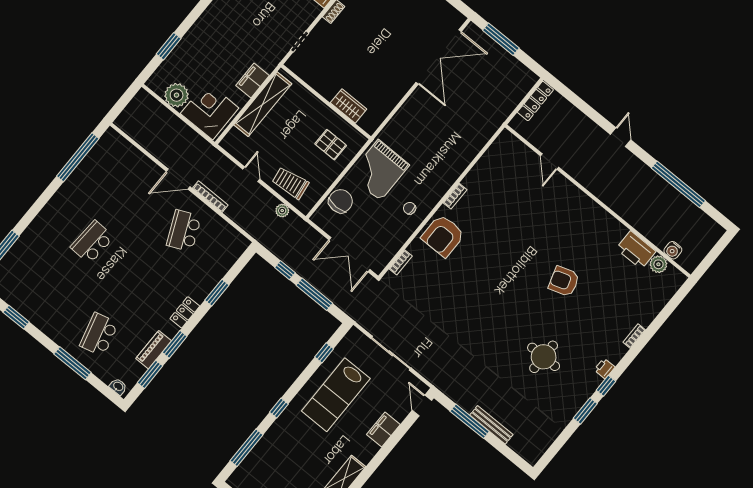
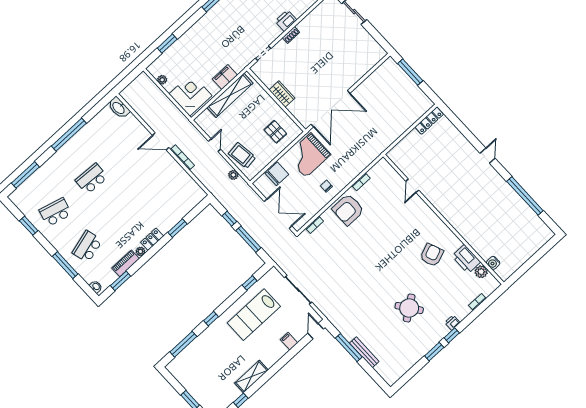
double door: (439, 57) -> (331, 109), moved
plant: (177, 95) -> (162, 80), width x0.53, depth x0.53
wardrobe: (349, 106) -> (282, 94), moved
washbasin: (115, 142) -> (119, 108), added
window: (78, 157) -> (69, 135), moved
door: (550, 162) -> (412, 186), moved
wall: (598, 201) -> (443, 219), moved
school desk: (184, 231) -> (55, 212), moved, turned 39
printer: (636, 250) -> (466, 259), moved
water cooler: (673, 250) -> (493, 263), moved
double door: (349, 255) -> (278, 214), swing flipped
plant: (658, 264) -> (481, 272), moved
armchair: (564, 281) -> (432, 255), turned 87
plant: (171, 331) -> (140, 251), added
window: (175, 344) -> (141, 262), removed
round table: (544, 357) -> (409, 308), turned -36
filing cabinet: (383, 430) -> (289, 341), width x0.50

